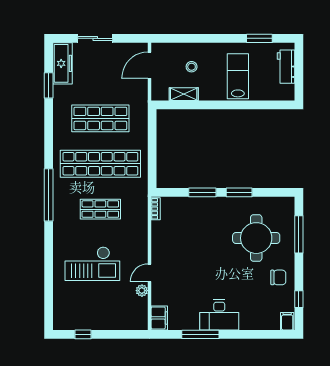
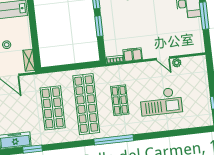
shelving: (184, 94) -> (29, 60), moved
checkout: (92, 264) -> (161, 102), turned 90
filing cabinet: (159, 318) -> (133, 55), moved

